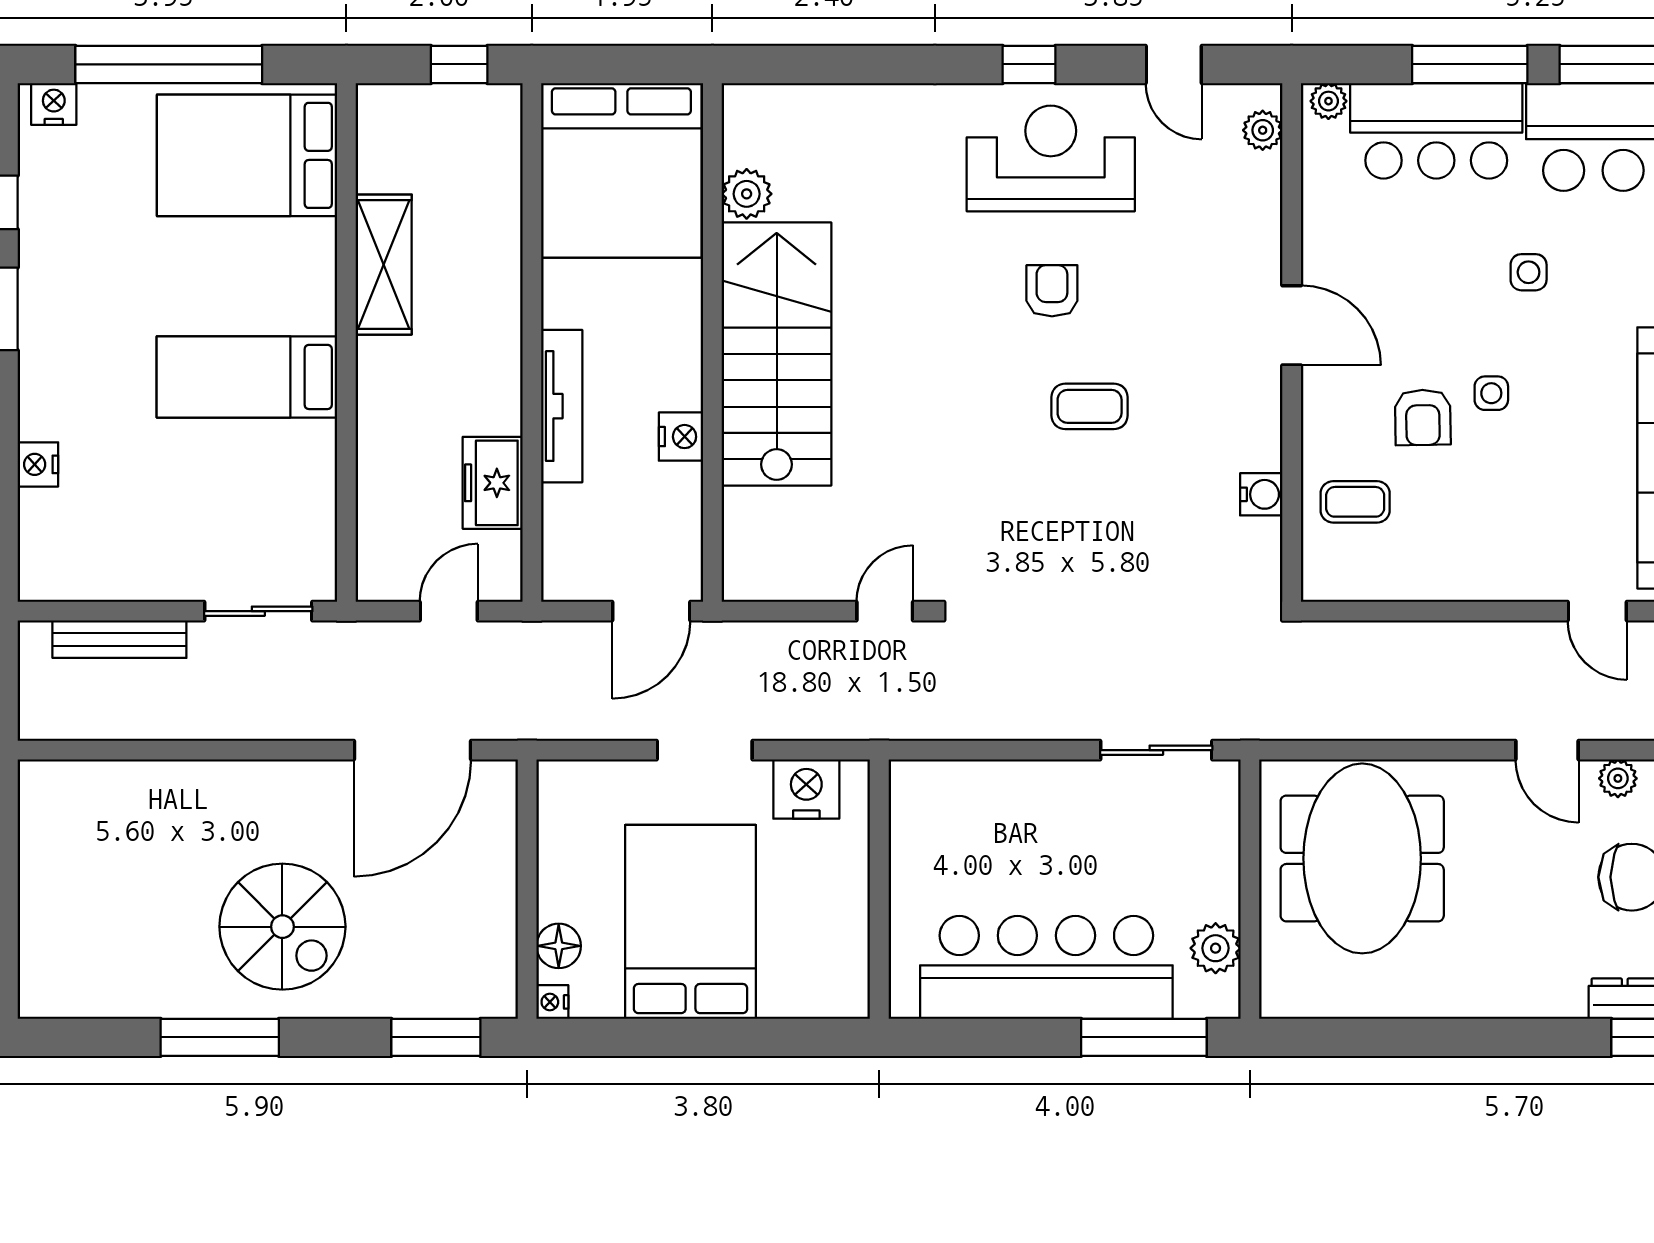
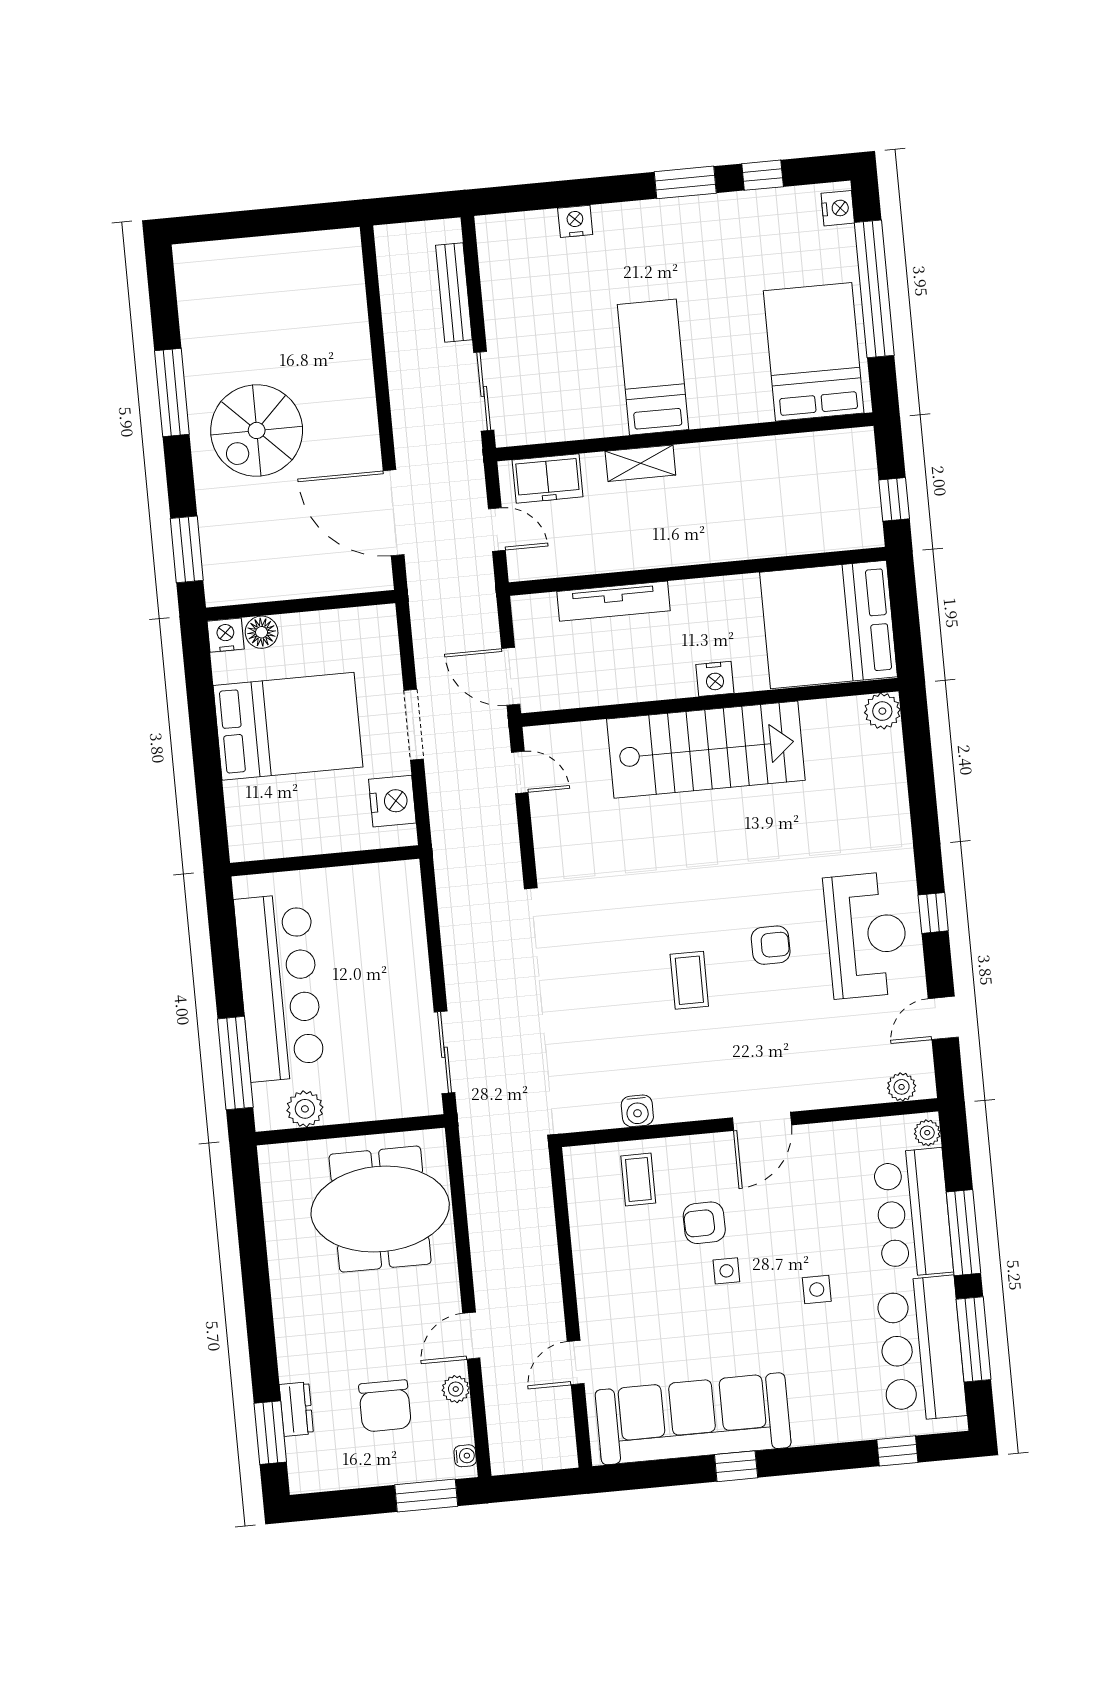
plant: (747, 194) -> (882, 711), moved
shelving: (384, 265) -> (640, 463), moved, width x0.67, depth x0.75
tv unit: (562, 406) -> (614, 601), moved
nightstand: (681, 437) -> (715, 679), moved
freezer: (493, 483) -> (548, 478), moved, turned 180
door: (885, 611) -> (520, 772), moved
nightstand: (552, 1002) -> (226, 635), width x1.39, depth x1.35

